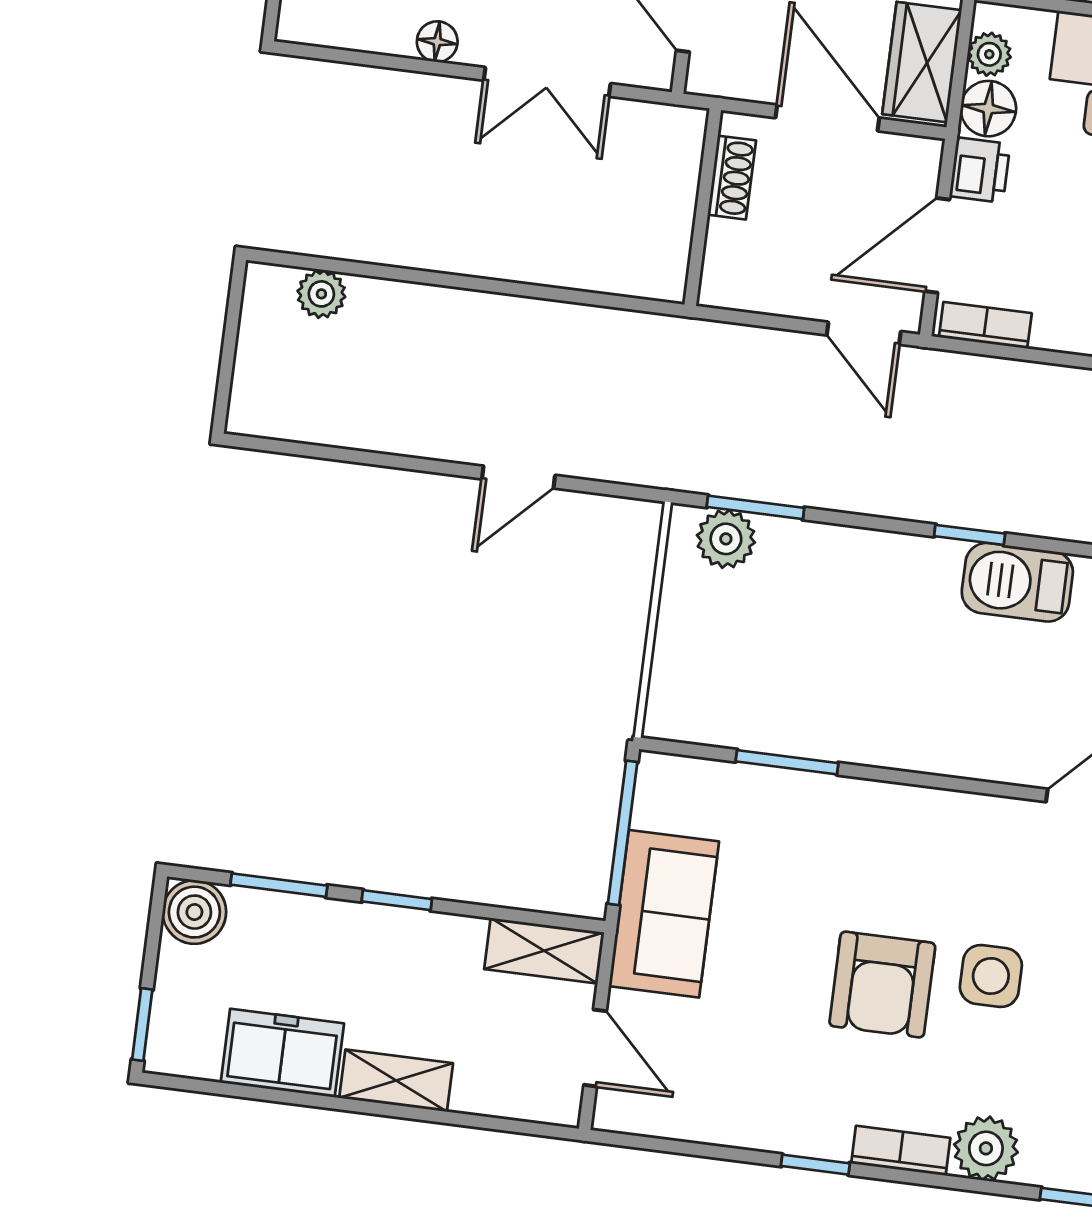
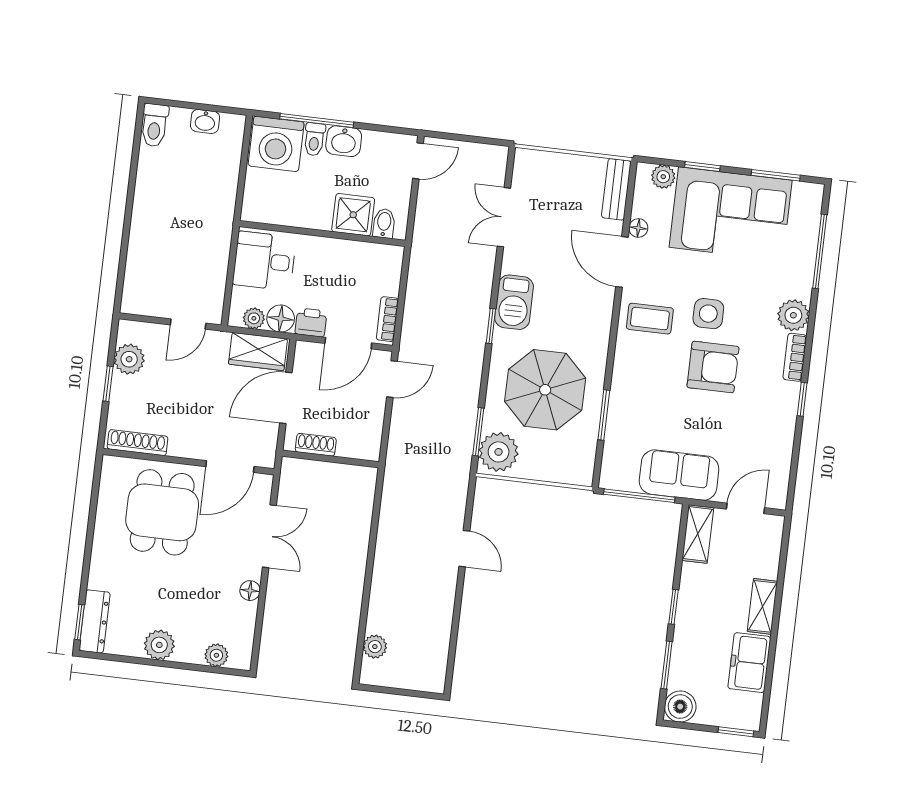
door: (937, 245) -> (348, 343), hinge flipped
plant: (726, 539) -> (499, 452), width x1.36, depth x1.36
parasol: (839, 644) -> (545, 390), added
coffee table: (982, 857) -> (650, 319), added

